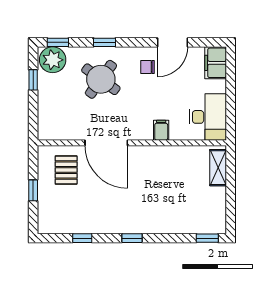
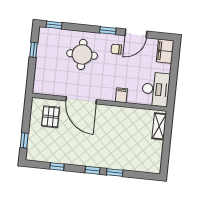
window: (105, 42) -> (108, 30), moved
plant: (53, 60) -> (49, 37), removed
round table: (101, 79) -> (82, 54), turned -36
window: (33, 190) -> (24, 140), moved
window: (207, 238) -> (115, 173), moved

